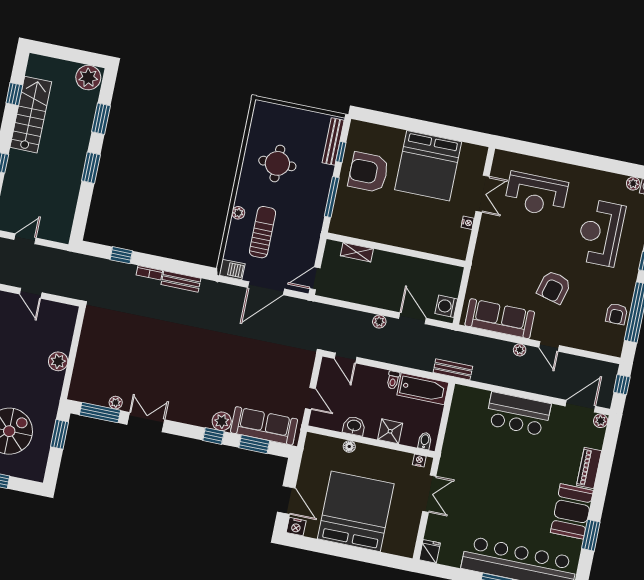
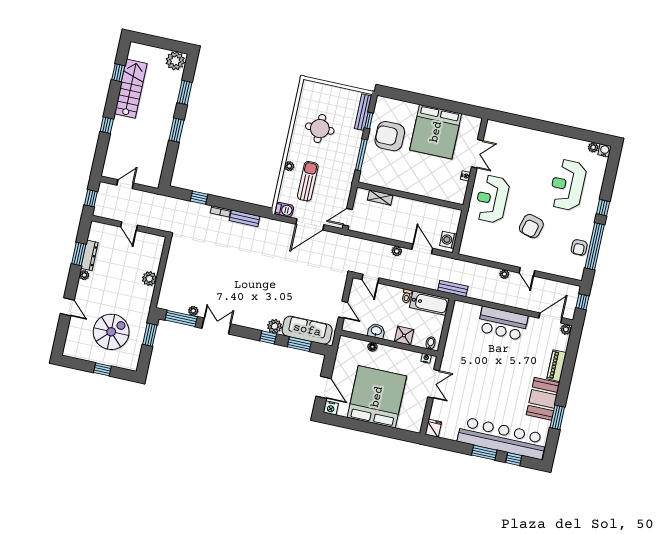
reception desk: (536, 194) -> (492, 199), moved, turned 90
sofa: (500, 319) -> (489, 250), removed

